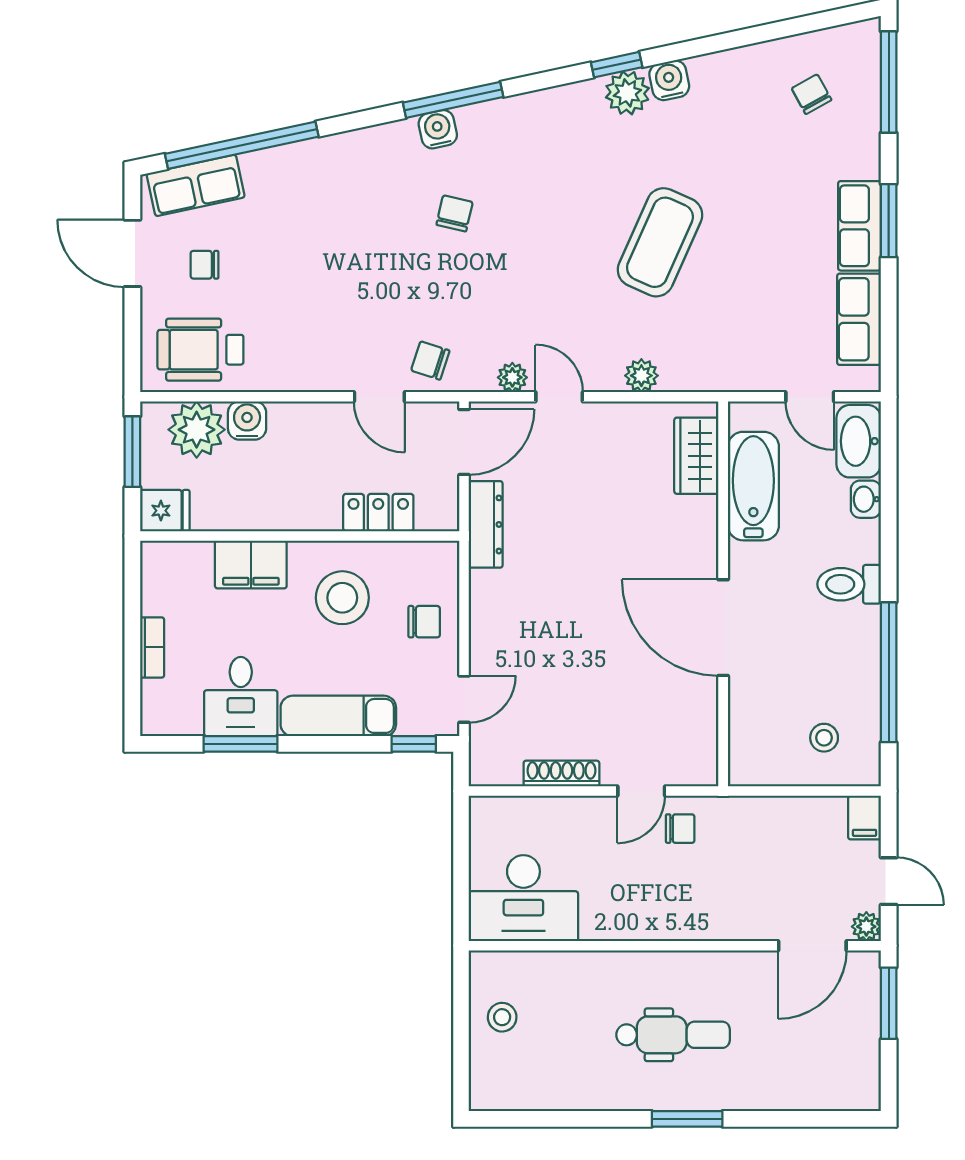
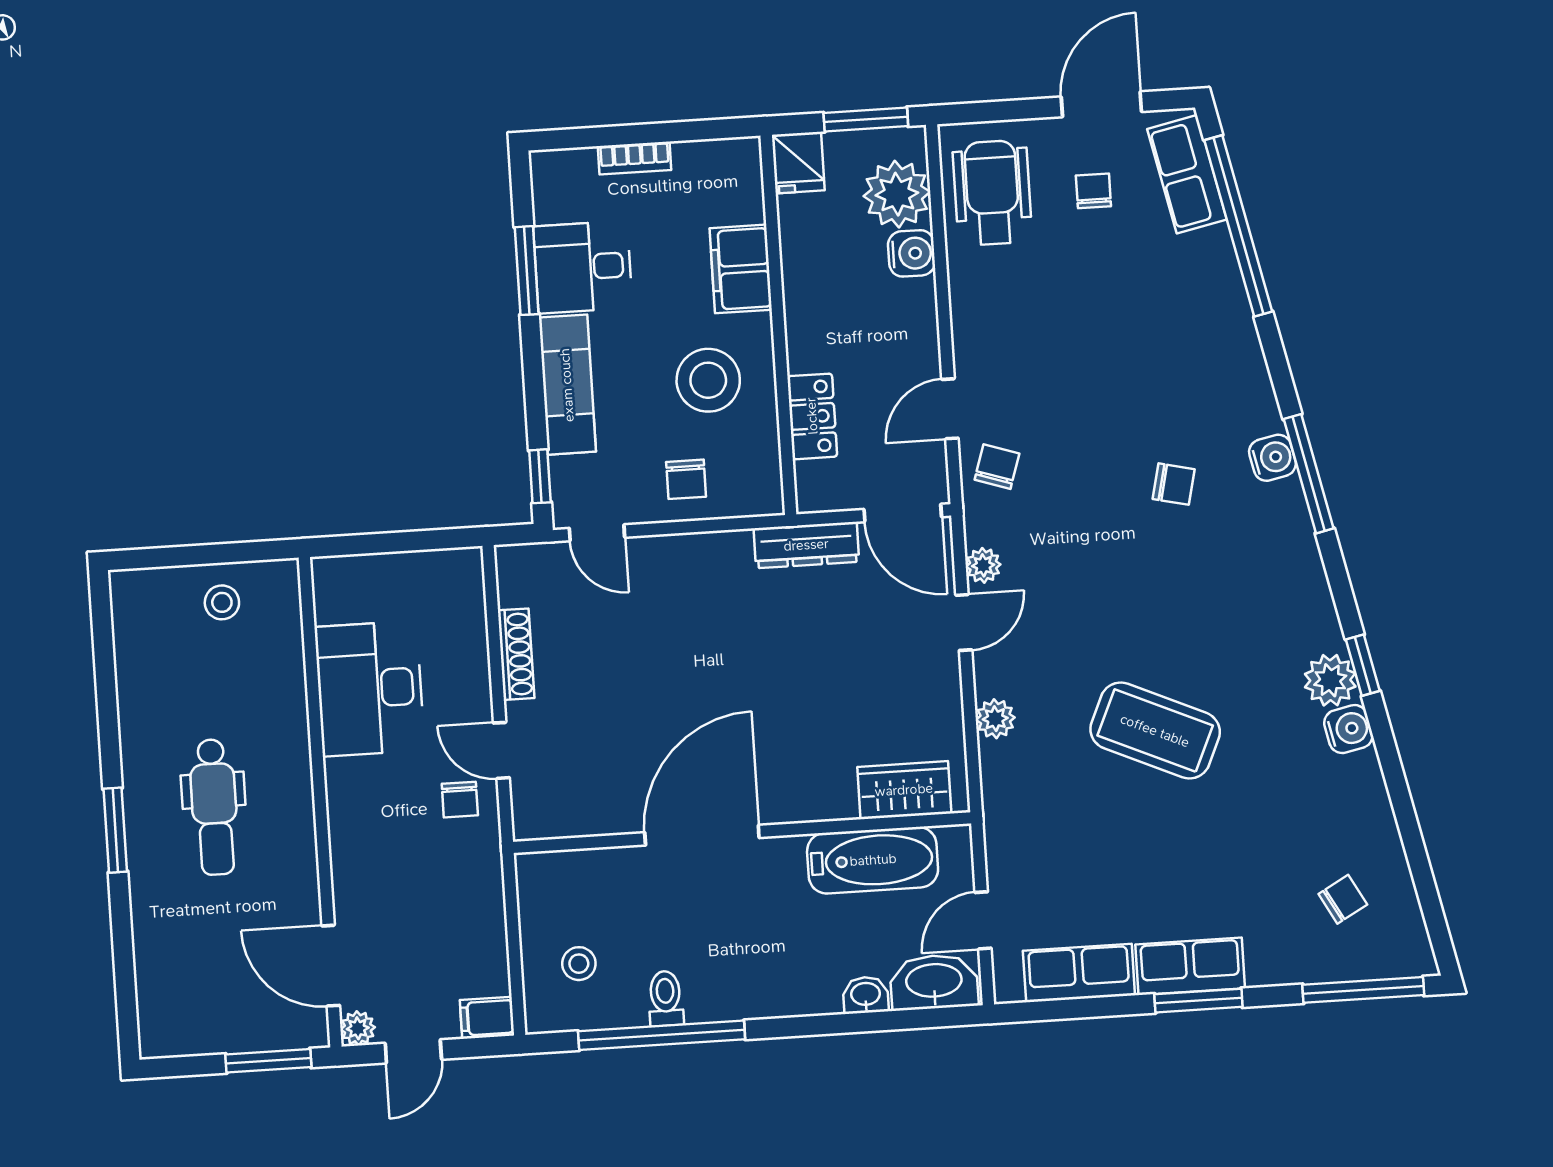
toilet: (849, 584) -> (666, 998), moved, width x0.73, depth x0.72
desk: (523, 898) -> (370, 689), moved

